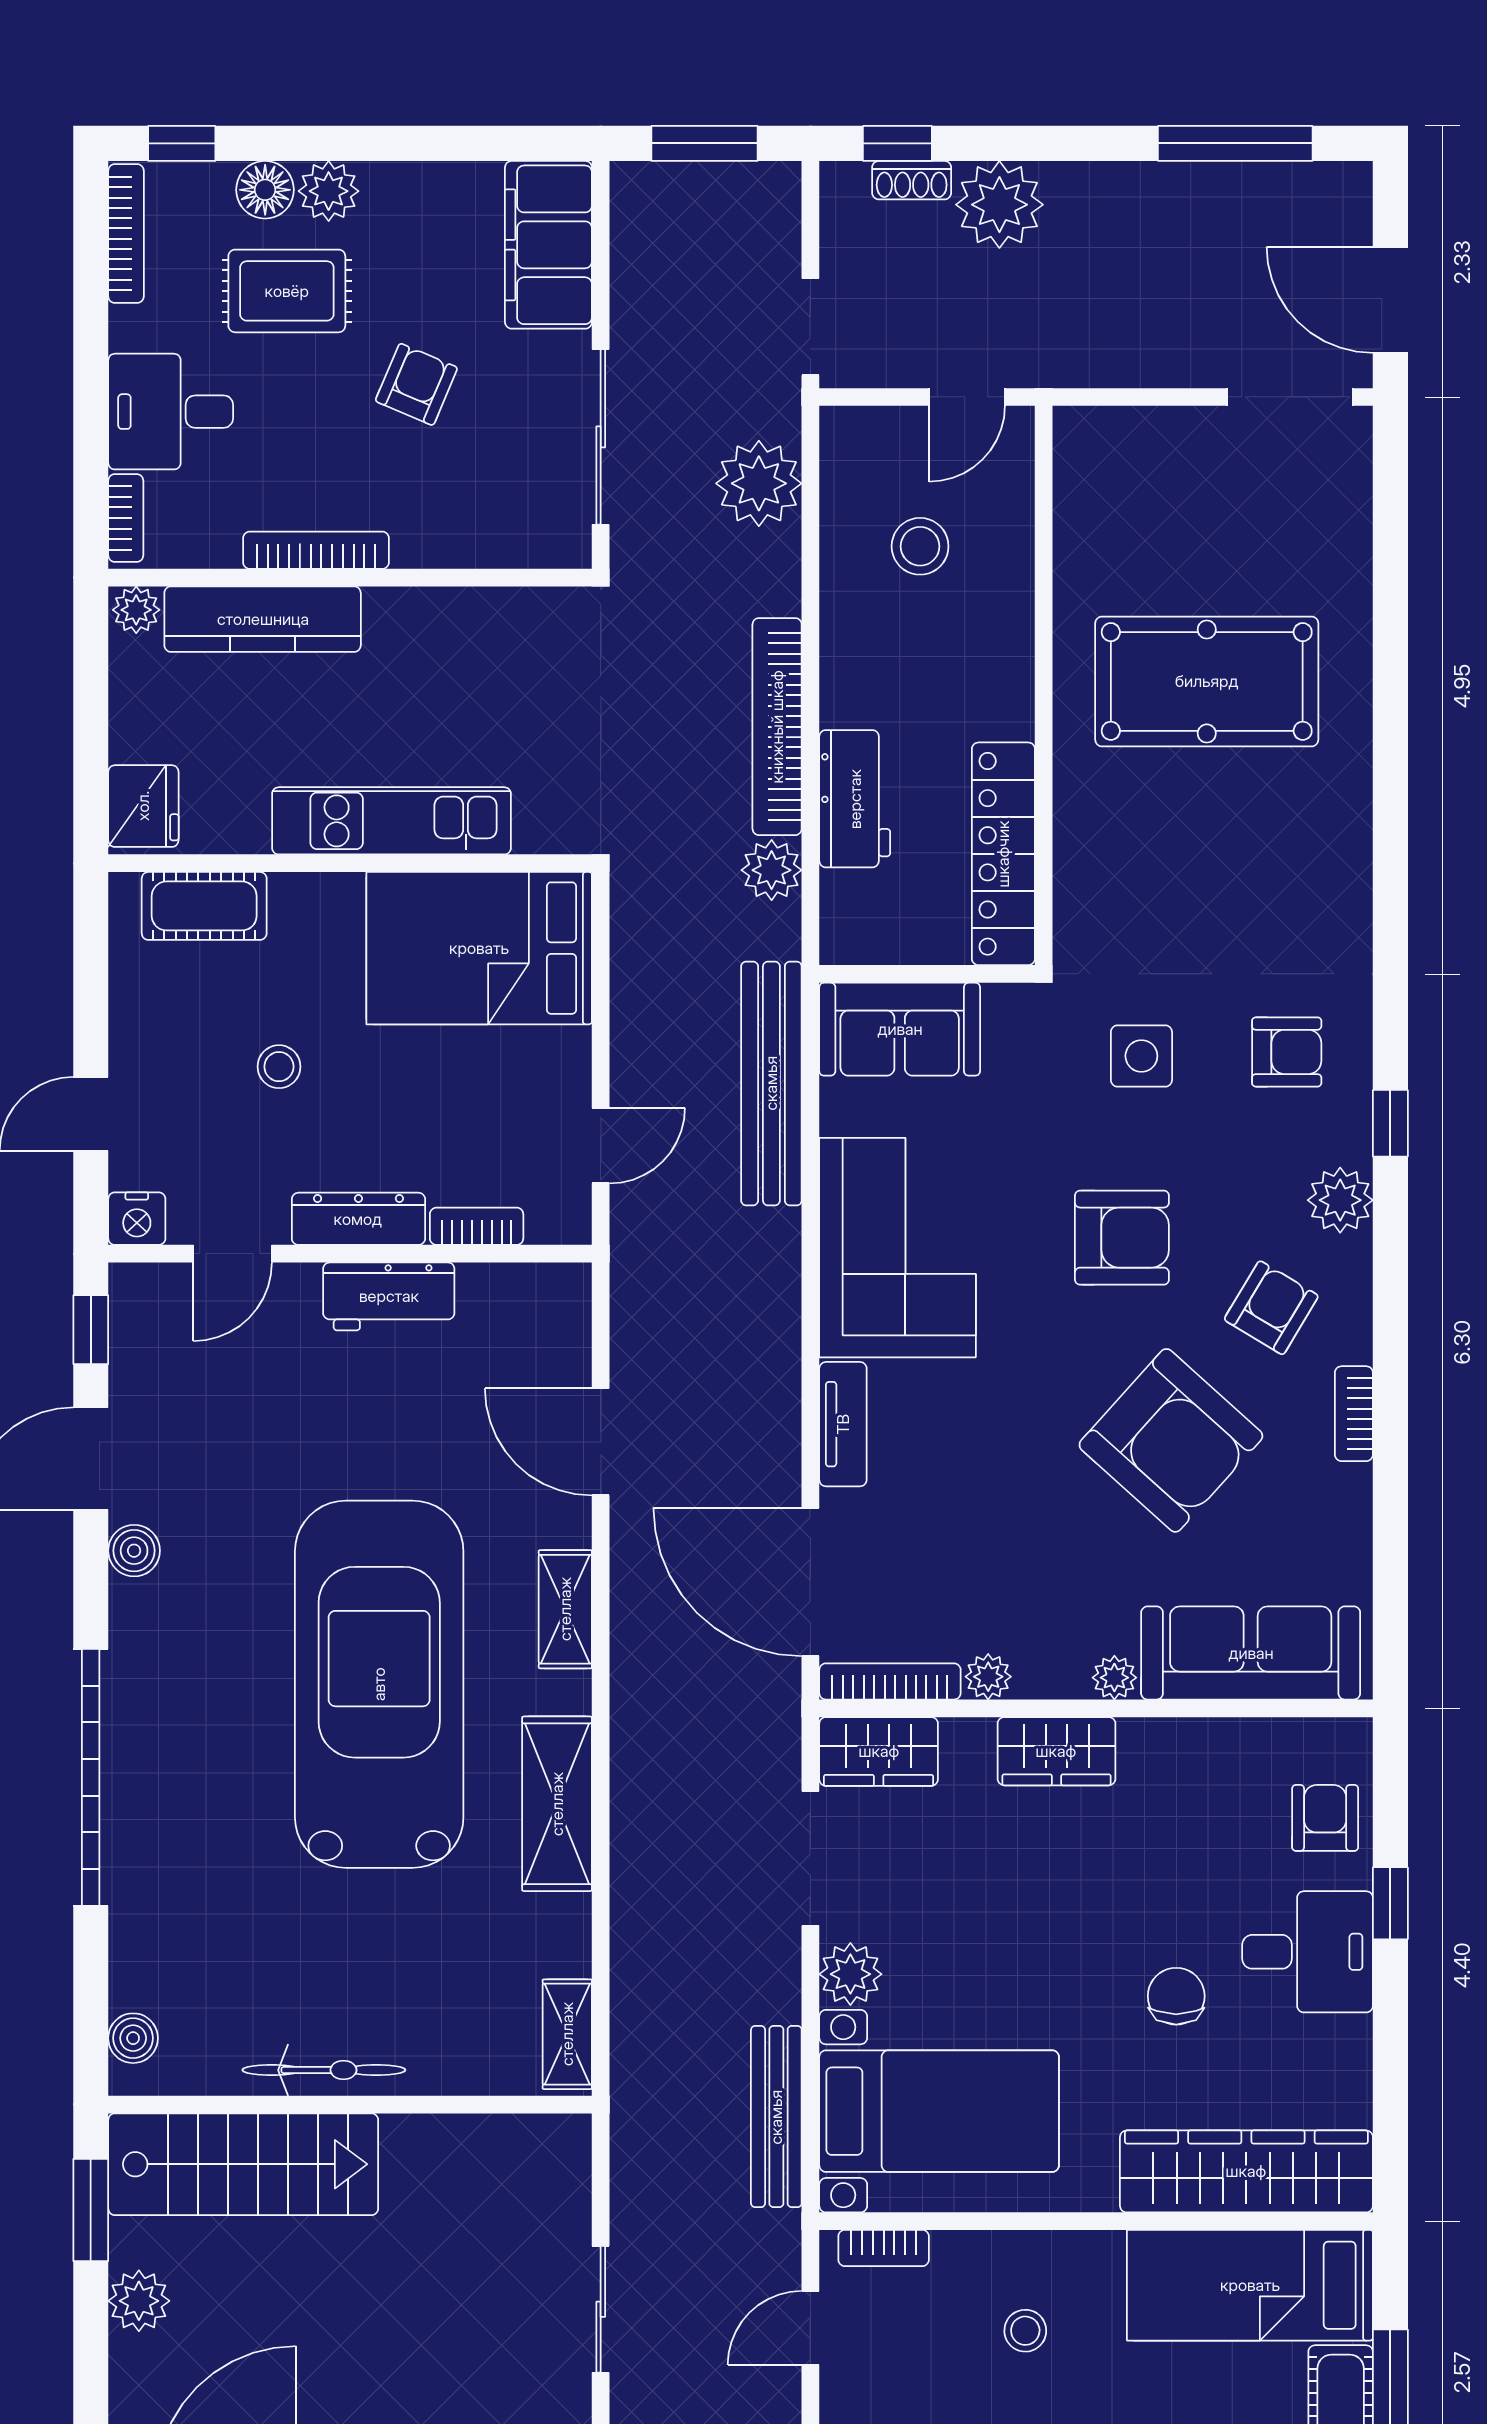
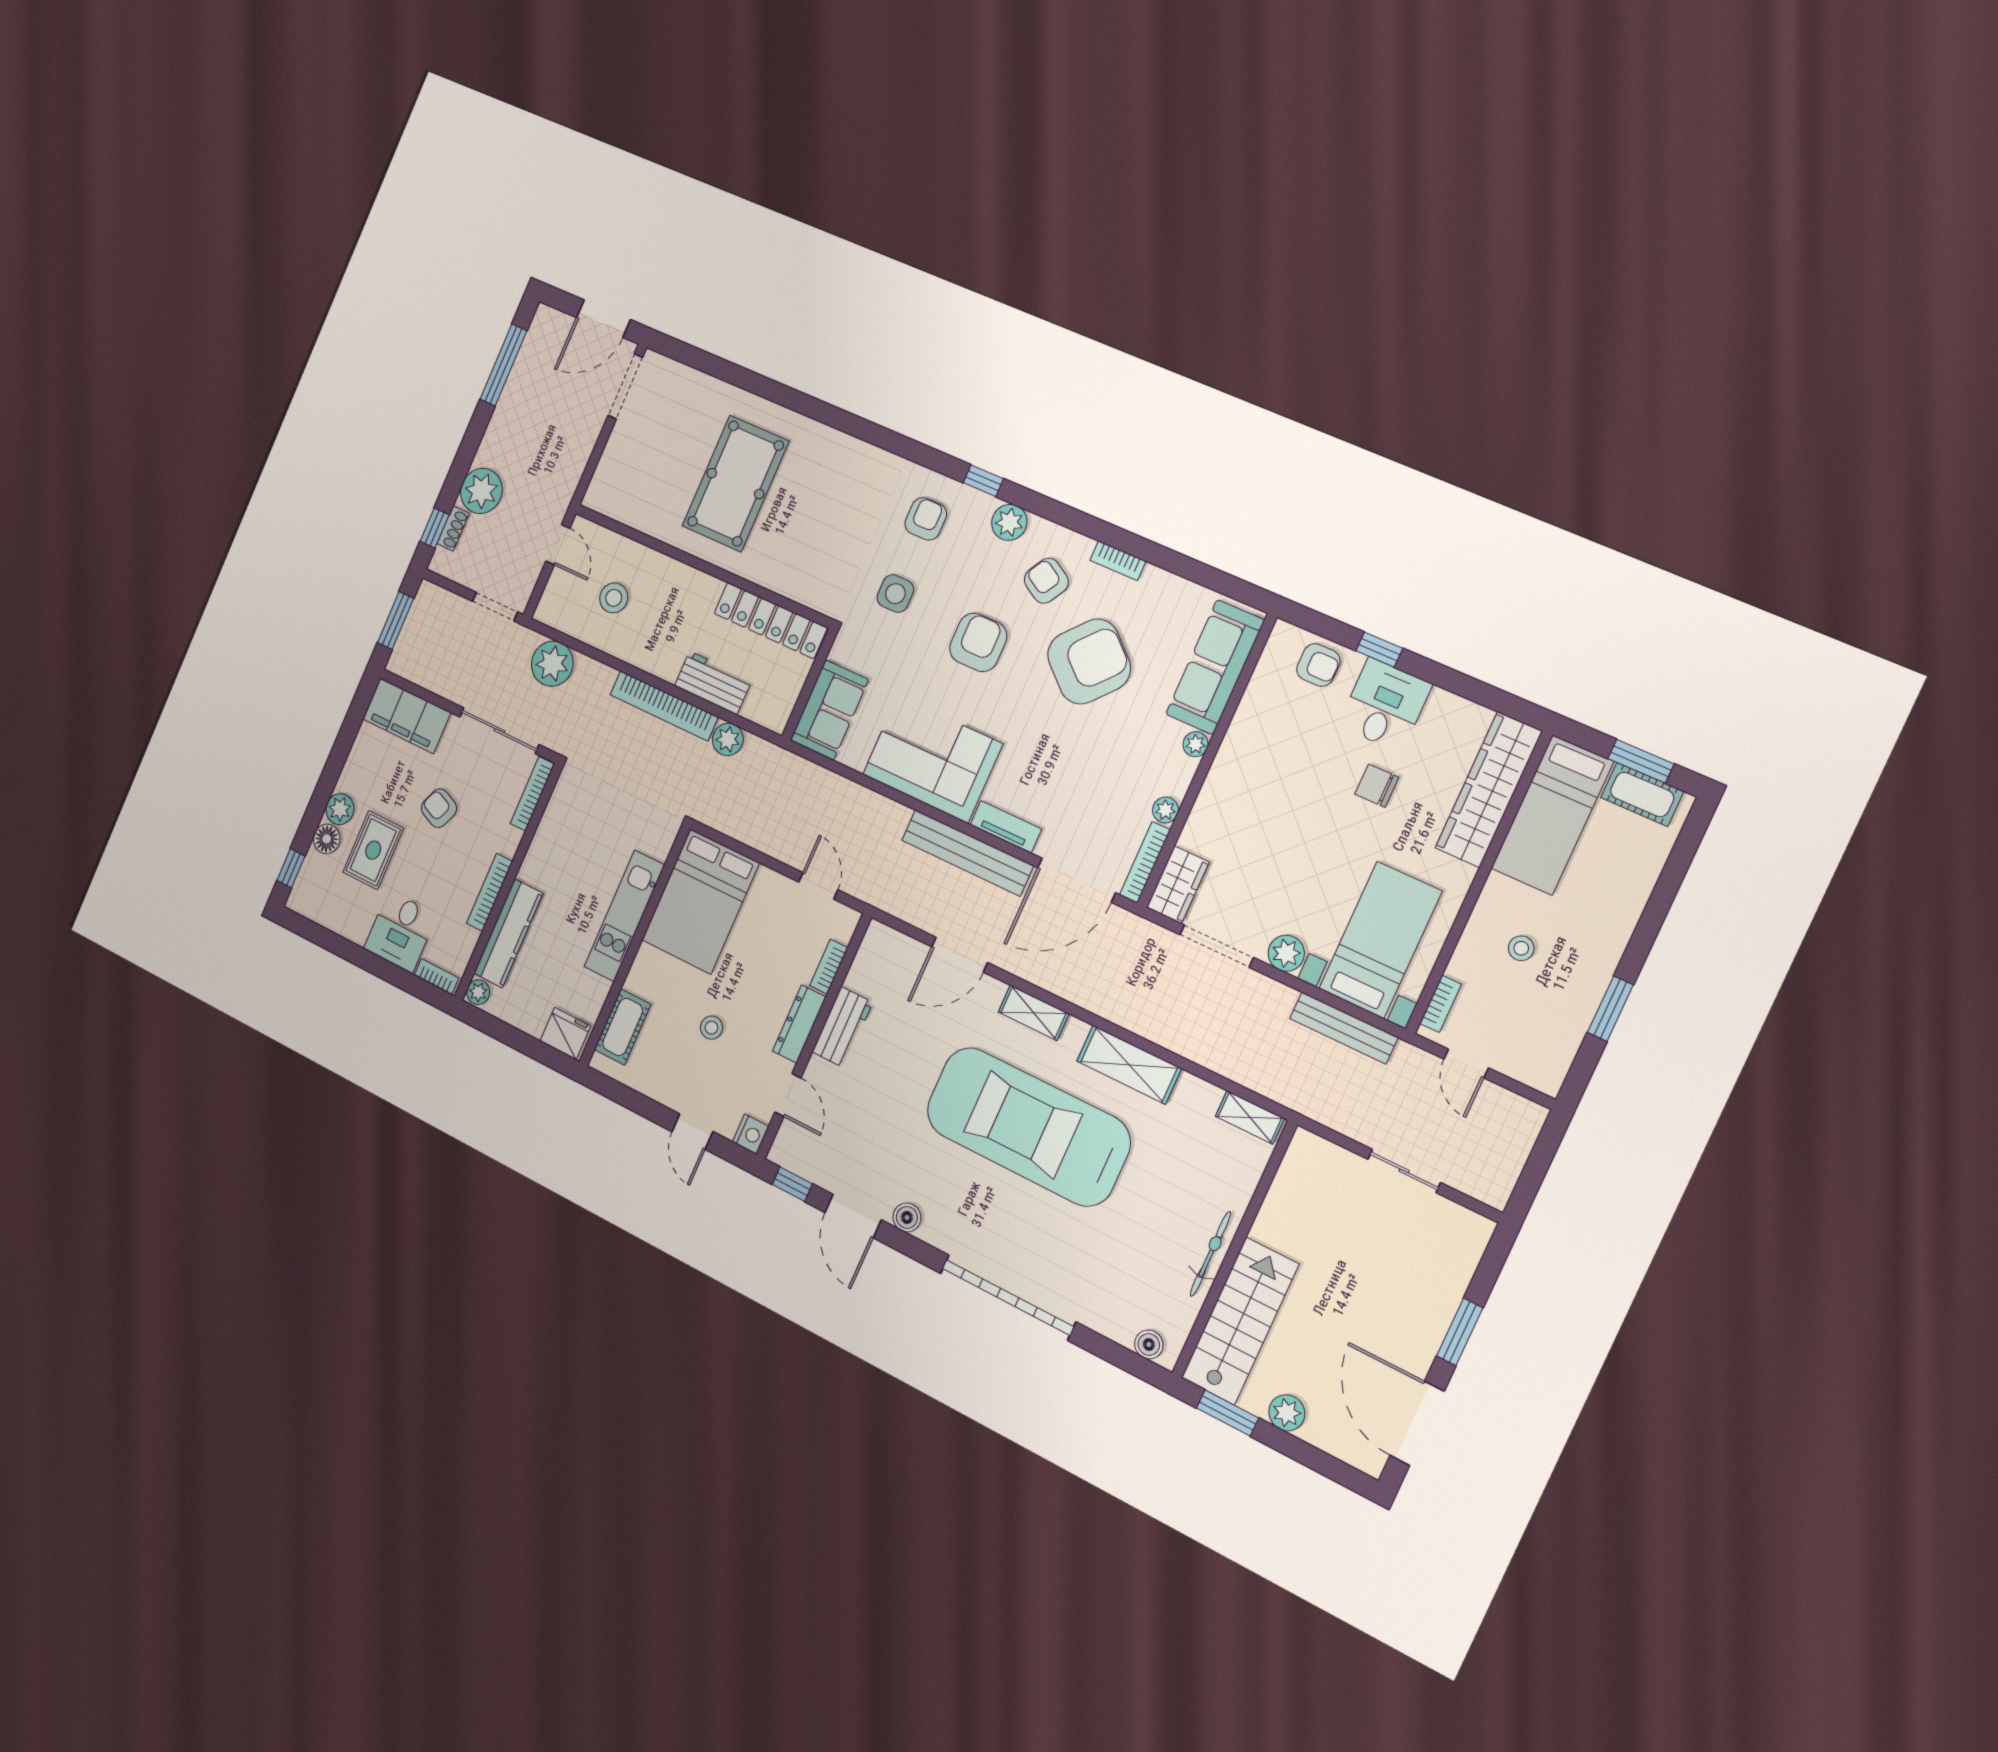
bookcase: (126, 234) -> (532, 794), moved, turned -90
bench: (771, 1083) -> (967, 853), moved
wardrobe: (1056, 1751) -> (1220, 792), removed
armchair: (1325, 1818) -> (1318, 665), turned 180

